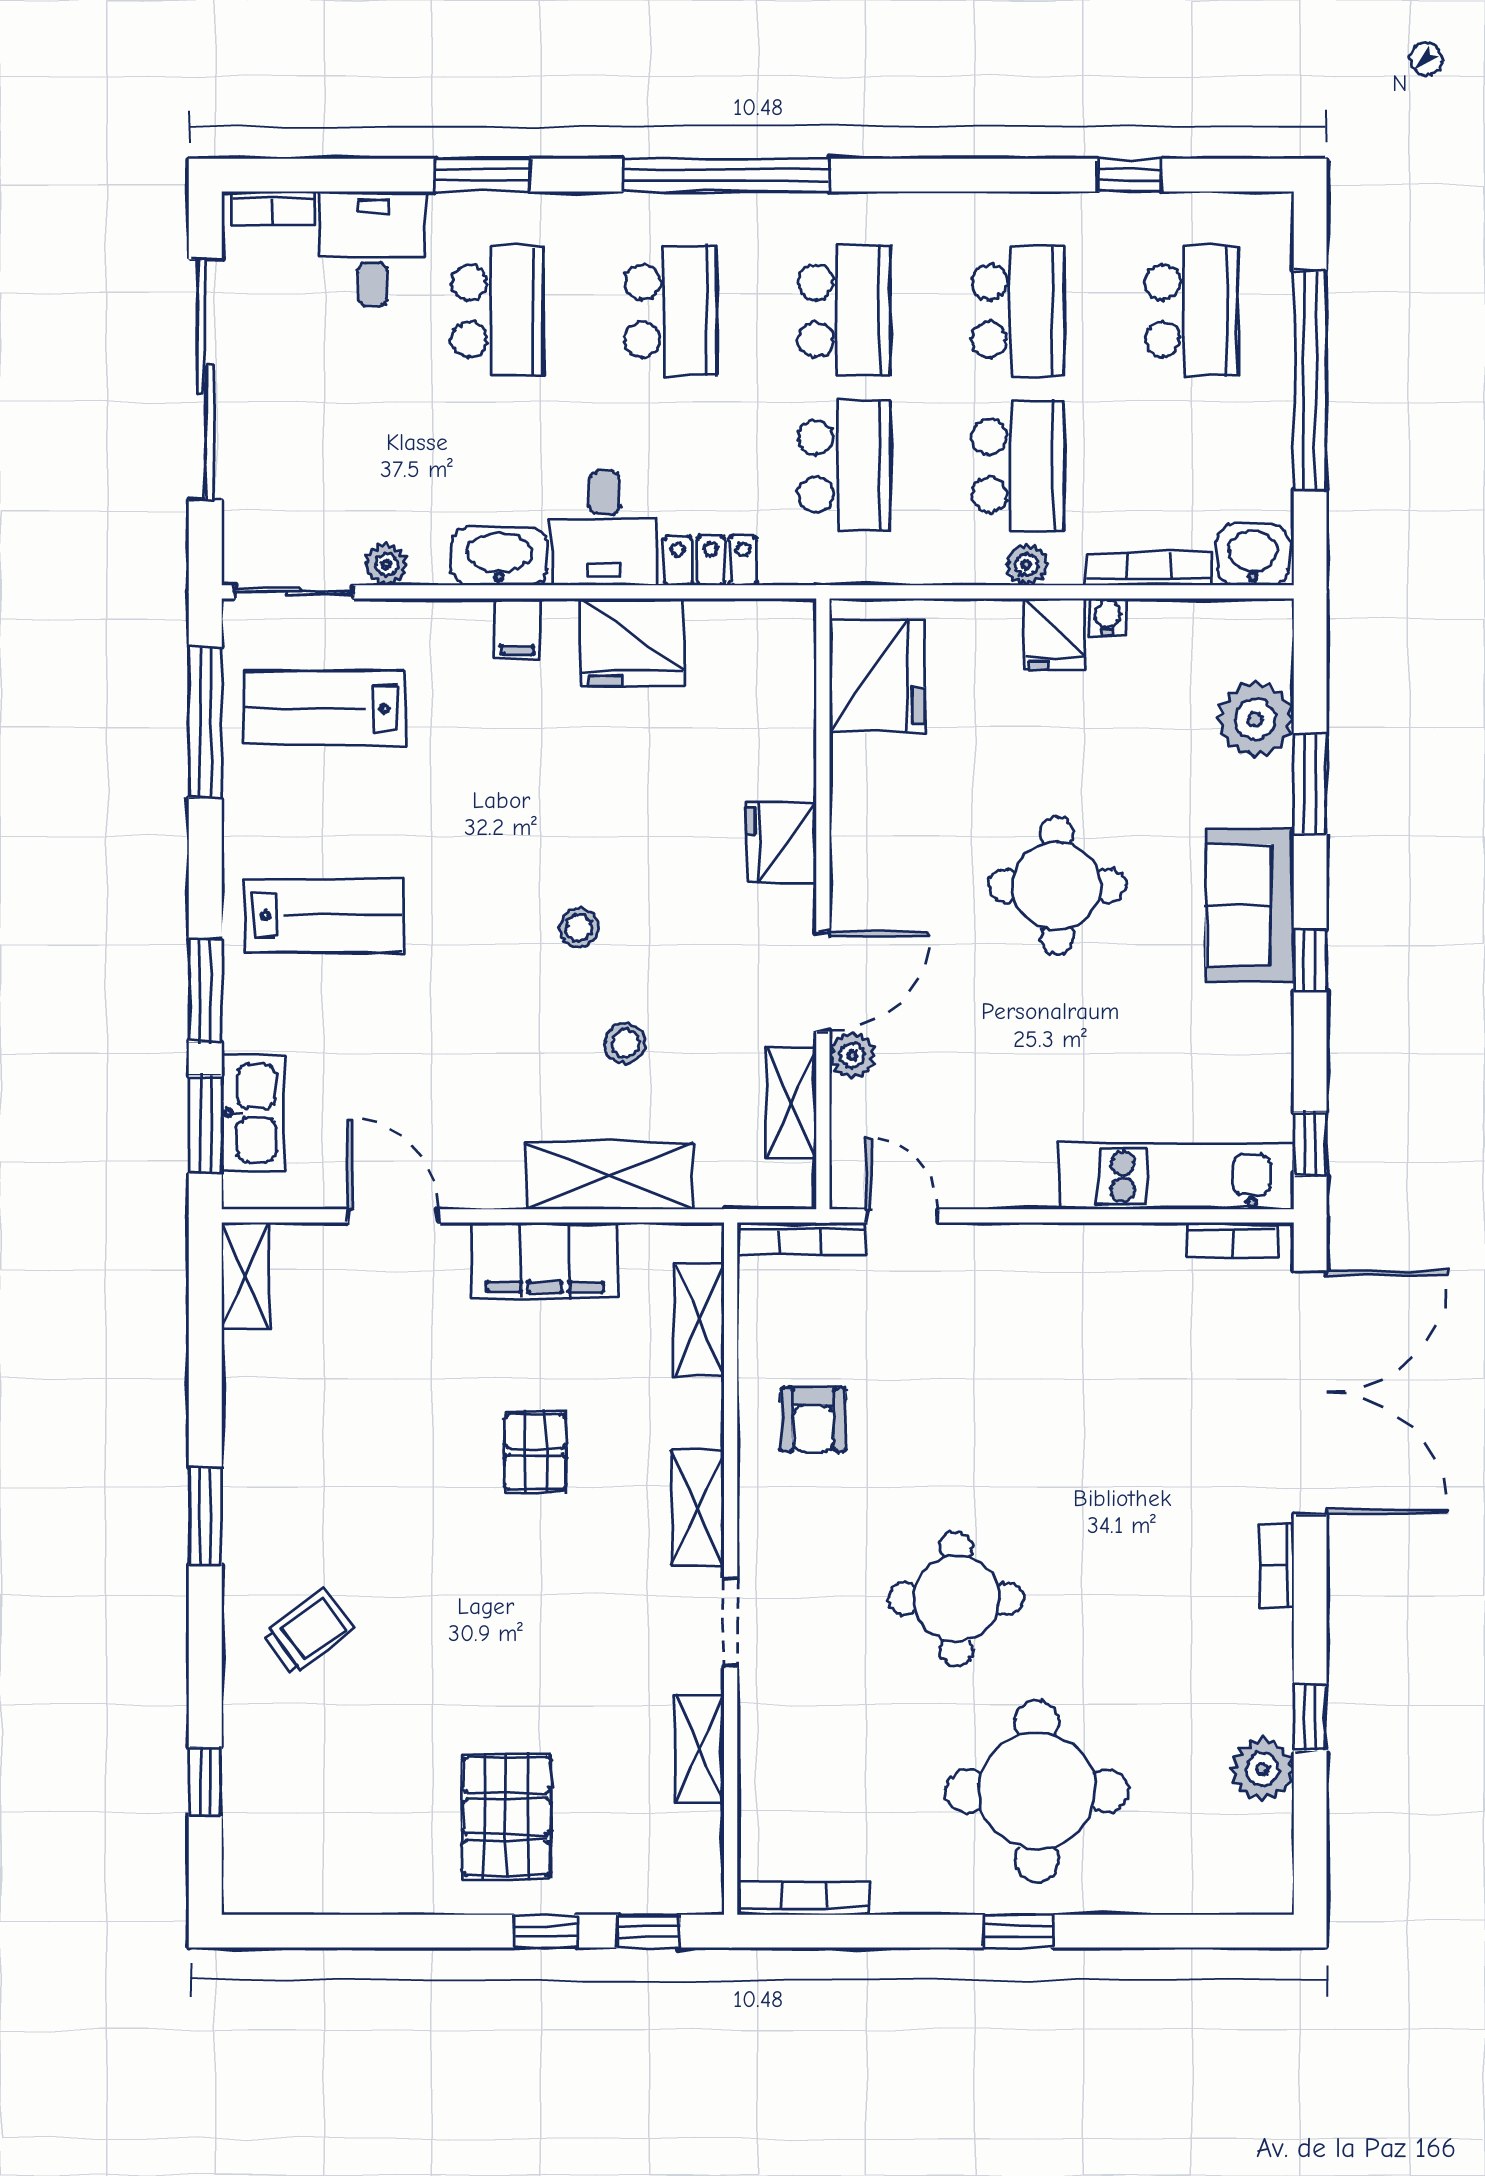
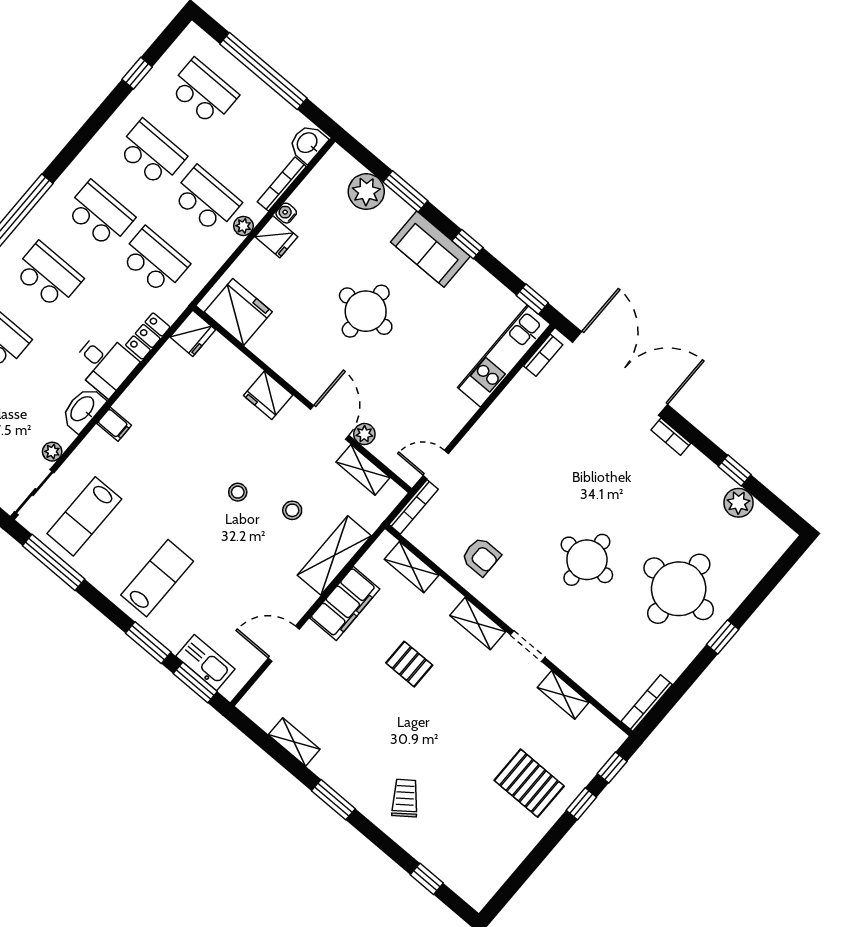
fridge: (632, 642) -> (193, 333), moved, width x0.73, depth x0.75
shelving: (245, 1276) -> (294, 742), moved

